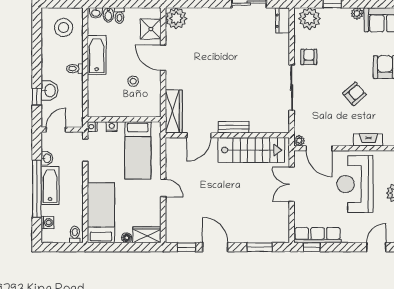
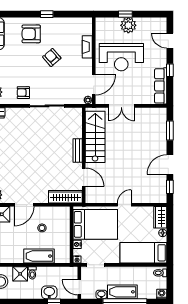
shower: (74, 53) -> (20, 274), added
bathtub: (97, 55) -> (39, 256), moved
bed: (138, 150) -> (95, 224), width x1.50
washing machine: (47, 223) -> (162, 294), moved
window: (312, 247) -> (170, 70), moved

